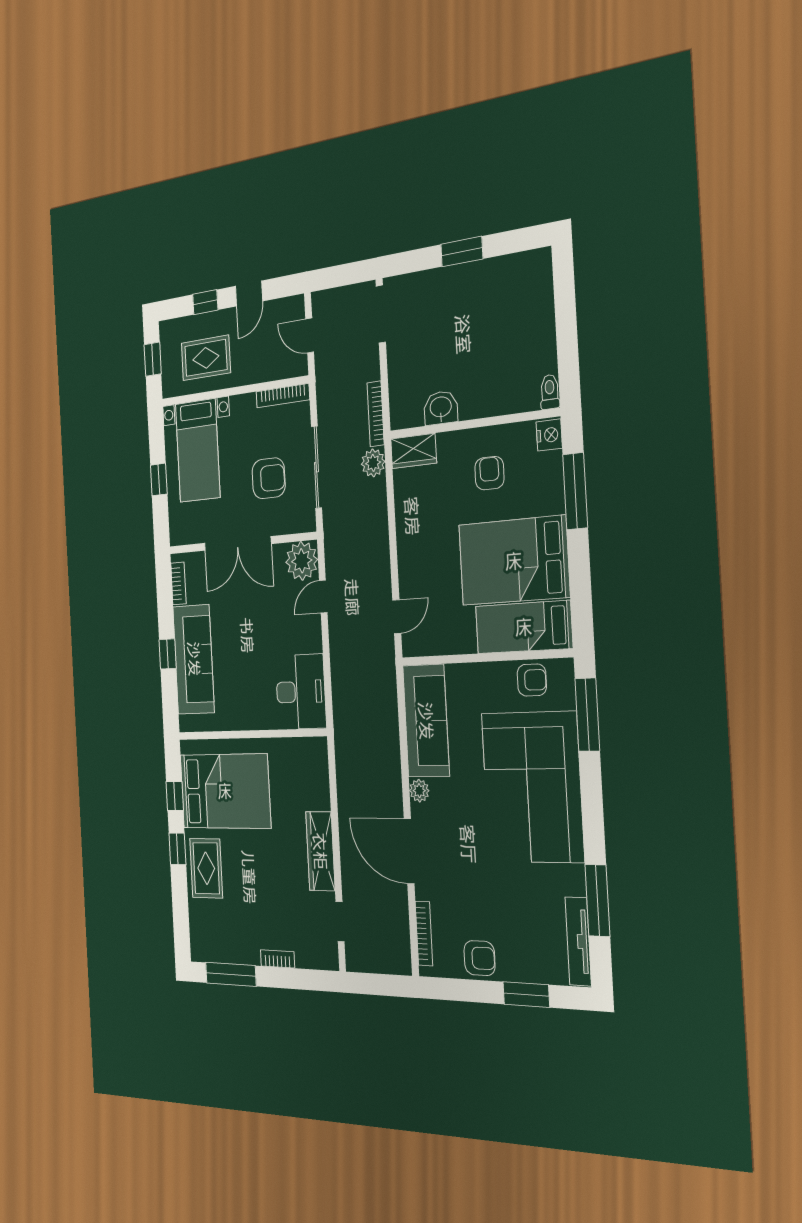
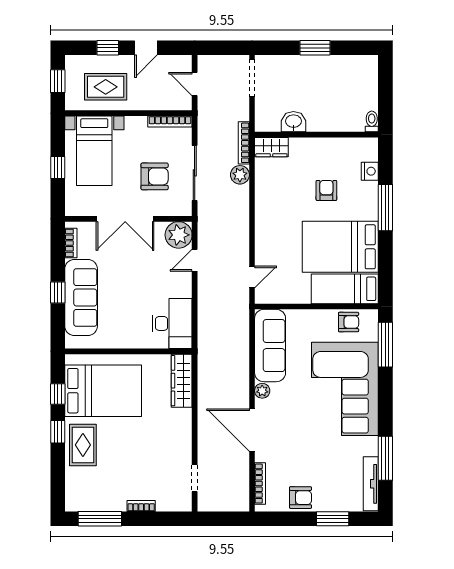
toilet: (550, 392) -> (372, 121), moved
washbasin: (441, 408) -> (293, 122), moved
wall: (473, 424) -> (316, 135), moved
wardrobe: (414, 451) -> (271, 147), moved
wardrobe: (320, 851) -> (182, 381), moved

